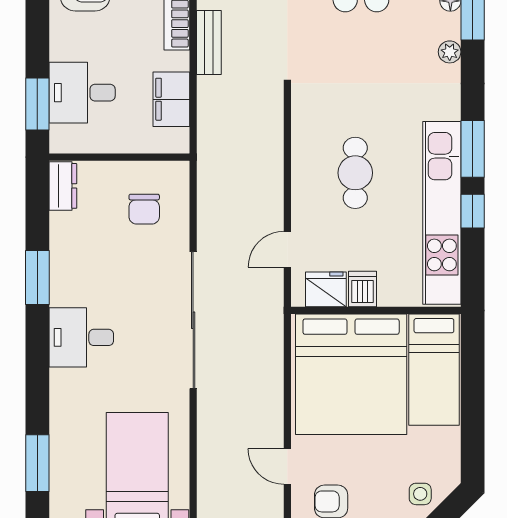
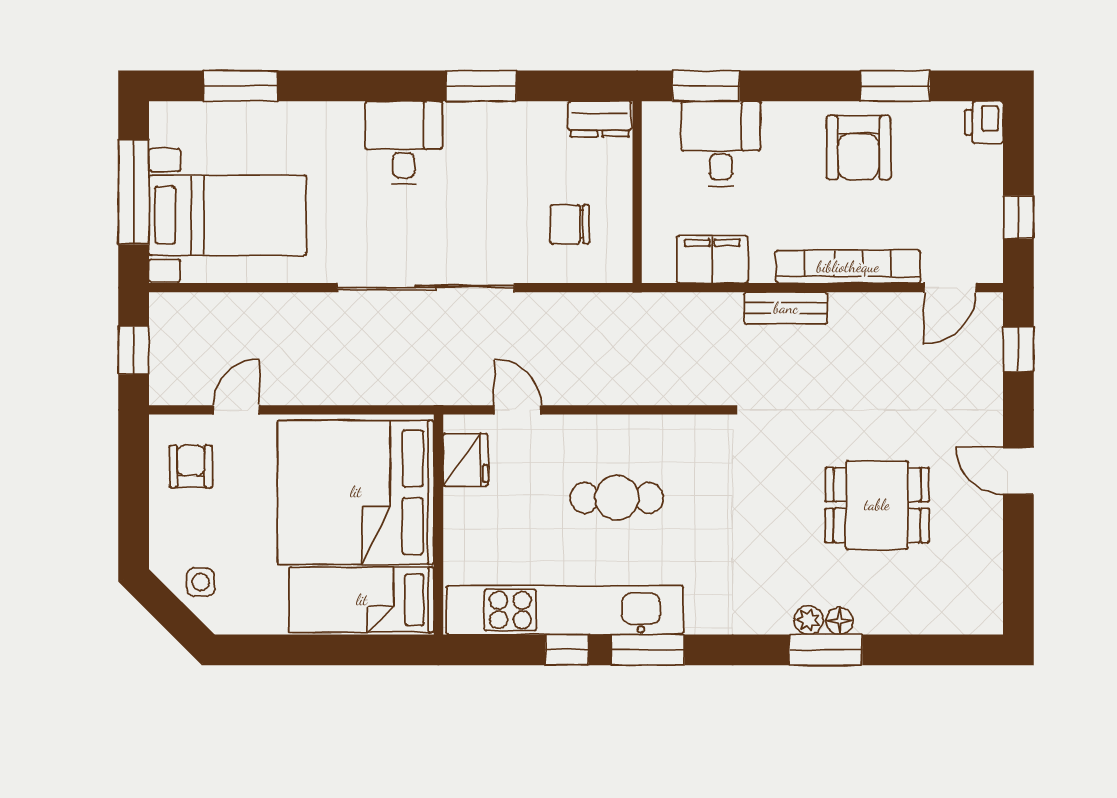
plant: (450, 52) -> (809, 620), moved
dishwasher: (362, 289) -> (466, 507), removed

